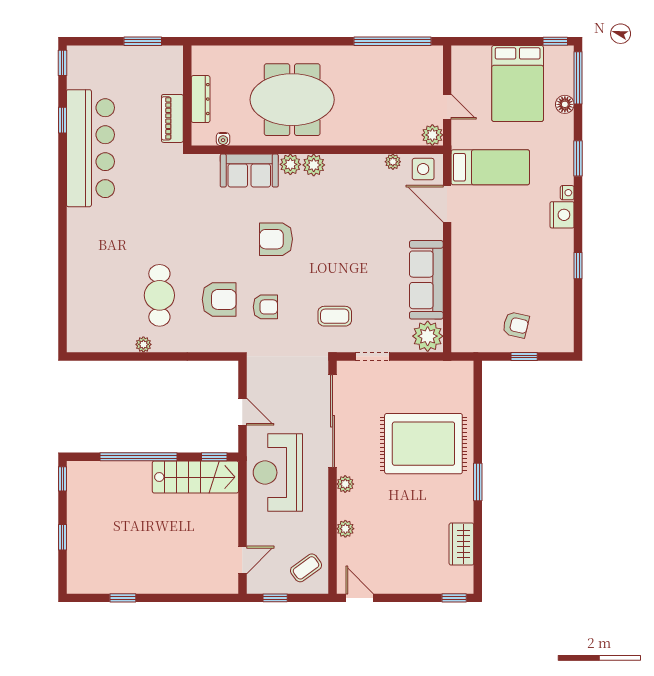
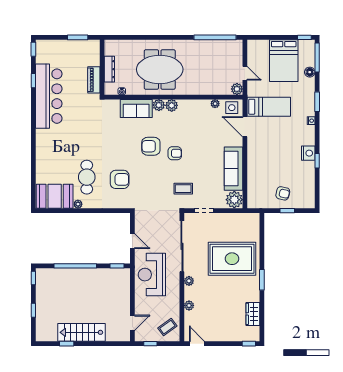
nightstand: (562, 215) -> (308, 153), moved
armchair: (265, 307) -> (175, 153), moved
booth: (101, 330) -> (55, 196), added
stairs: (195, 477) -> (82, 332), moved, turned 180

